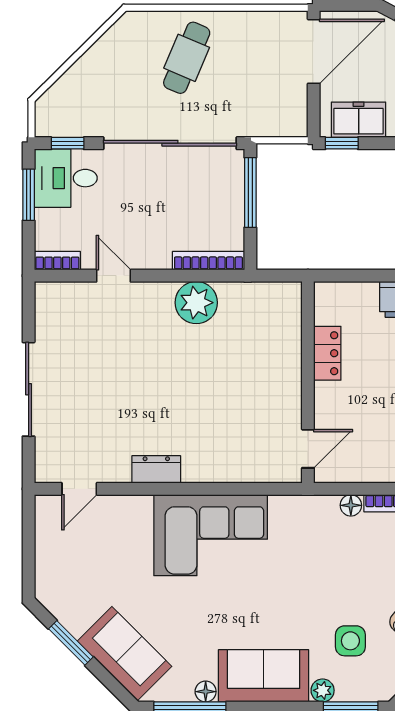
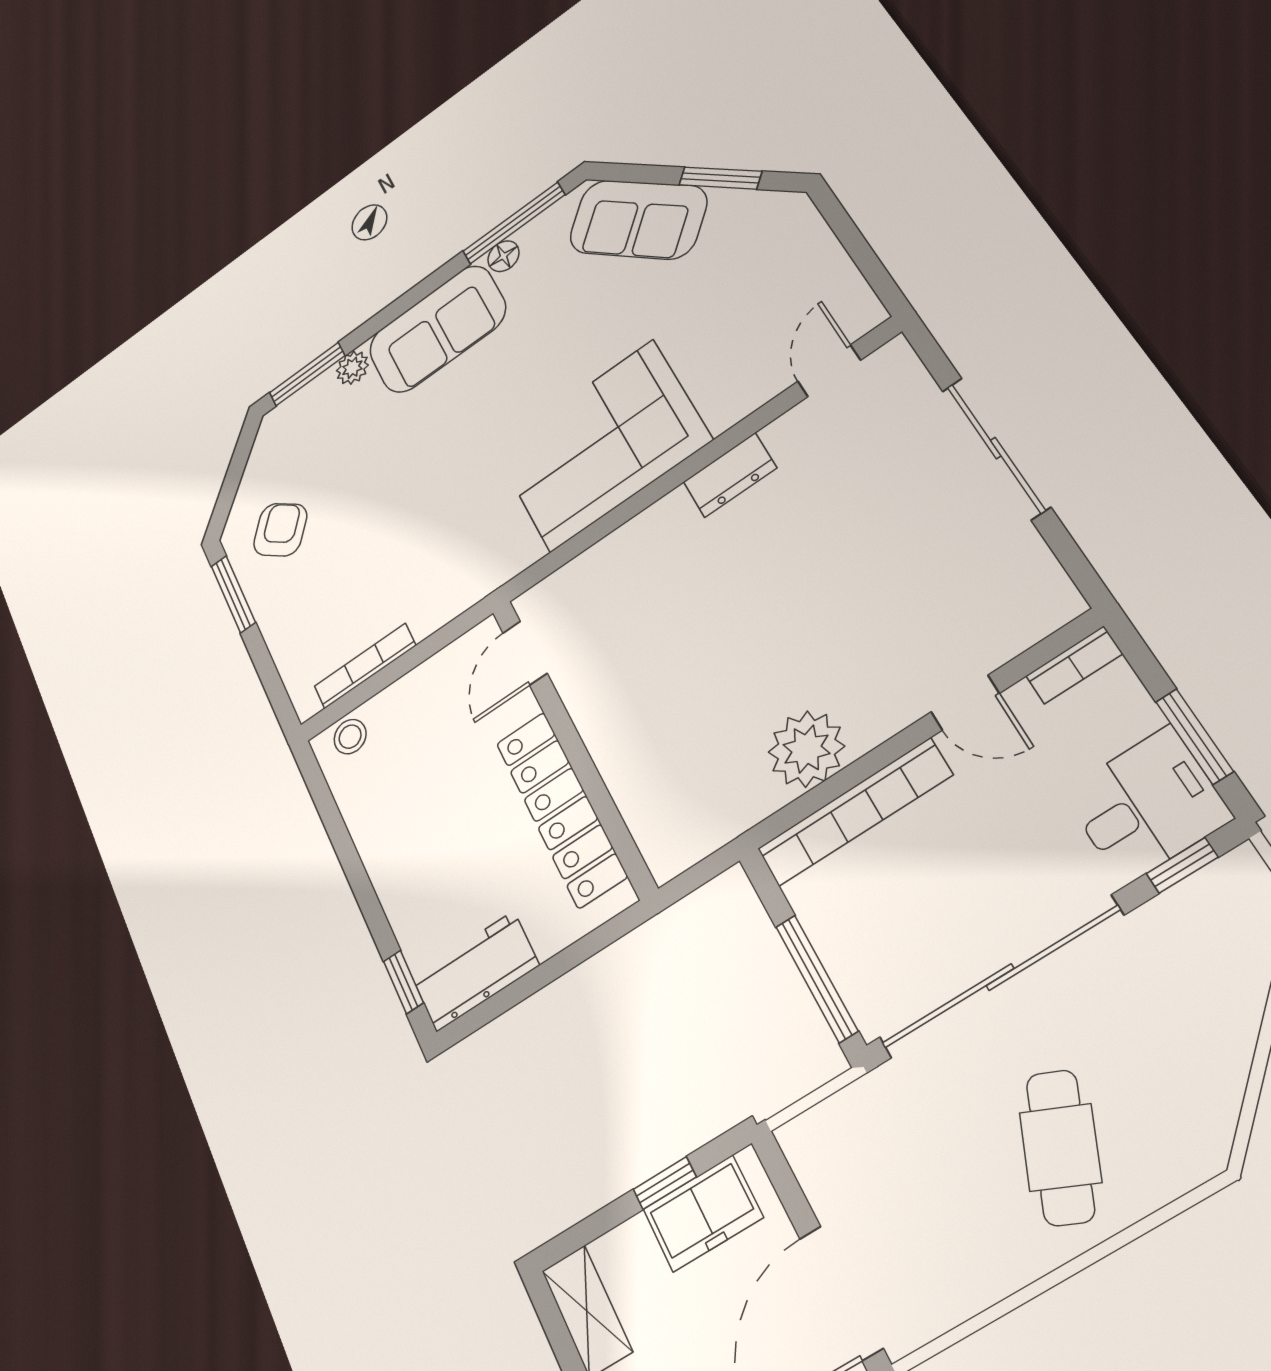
window: (342, 143) -> (665, 1183), moved
bookcase: (208, 261) -> (854, 812), width x1.48, depth x1.31
locker: (327, 353) -> (561, 809), width x2.16, depth x1.21
floor lamp: (351, 505) -> (427, 619), removed
side table: (350, 641) -> (345, 451), removed

